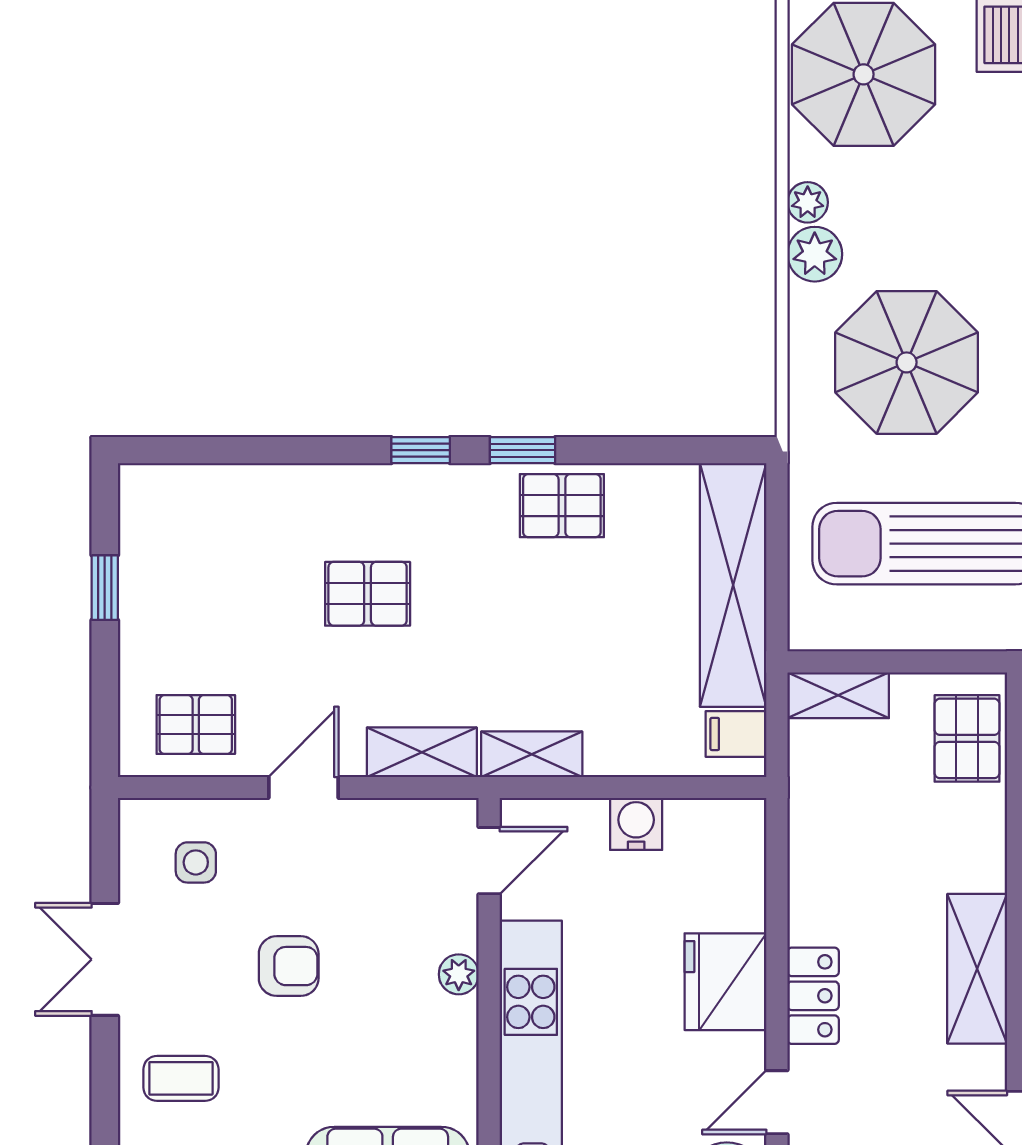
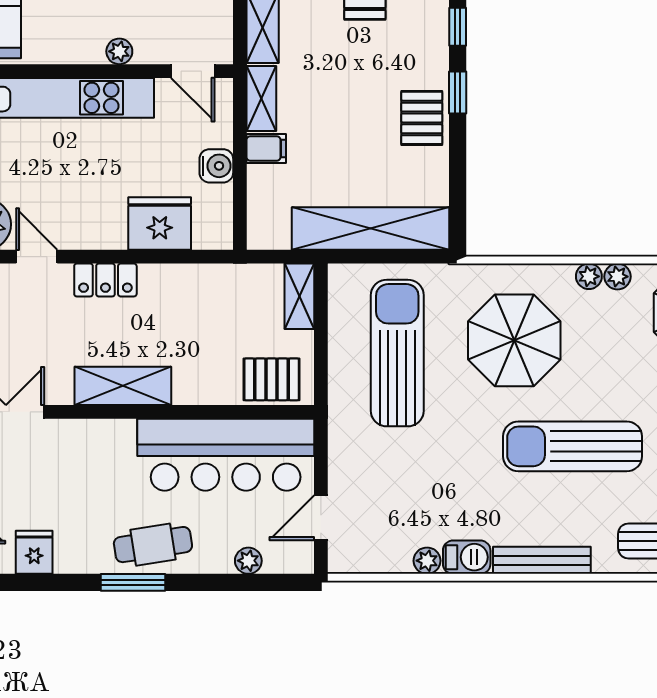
plant: (815, 254) -> (589, 276), width x0.73, depth x0.73
filing cabinet: (736, 734) -> (266, 149), moved, turned 90
fridge: (725, 982) -> (160, 224), moved

